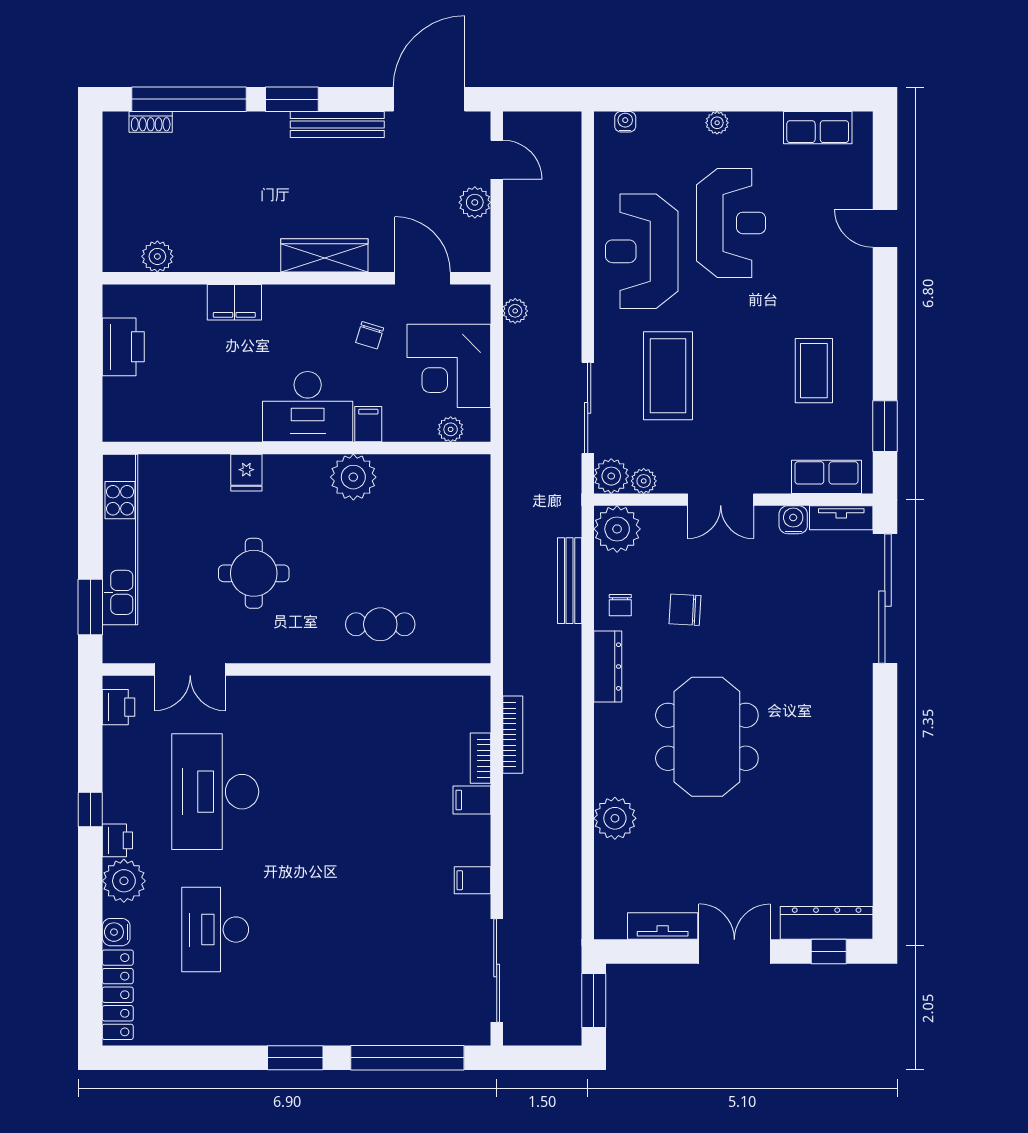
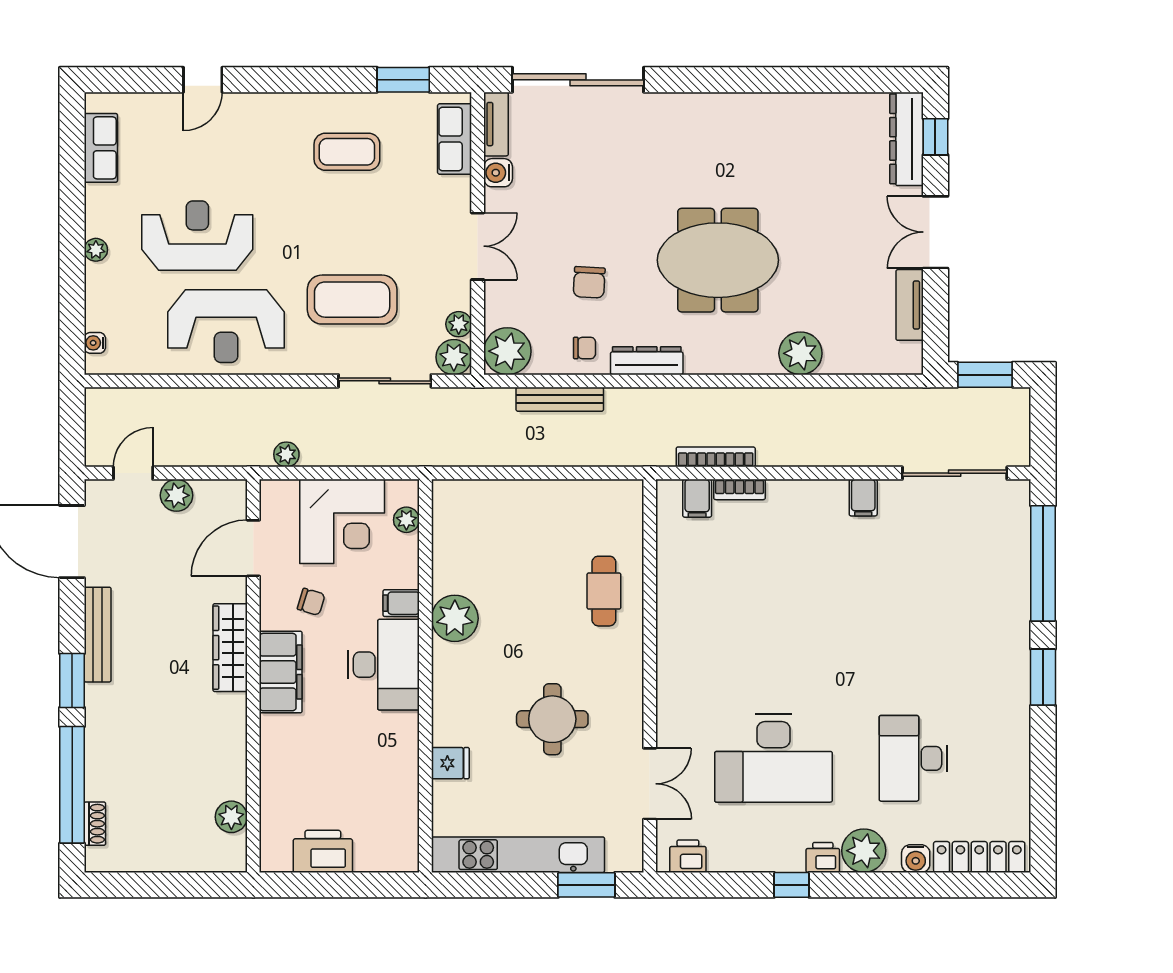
filing cabinet: (234, 302) -> (281, 672), moved, width x1.50, depth x1.17
fridge: (246, 473) -> (450, 763), moved
filing cabinet: (472, 800) -> (697, 498), moved
desk: (215, 930) -> (913, 758), turned 90

